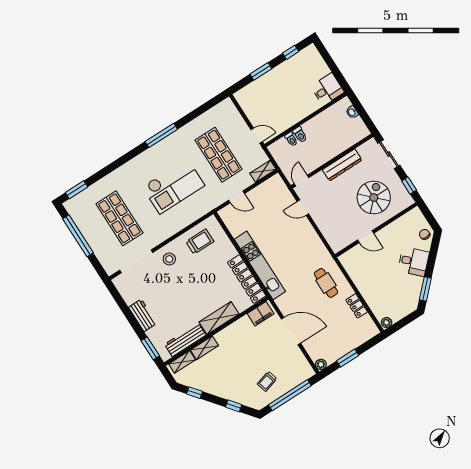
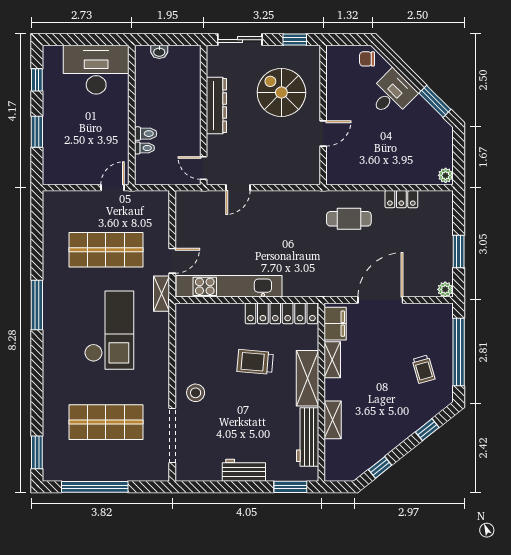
desk: (327, 89) -> (96, 70), width x1.87, depth x1.30
shelving: (263, 171) -> (162, 294), moved
trolley: (200, 242) -> (255, 362), moved, turned -85
kitchen unit: (260, 265) -> (229, 286), moved
shelving: (182, 362) -> (332, 360), moved

